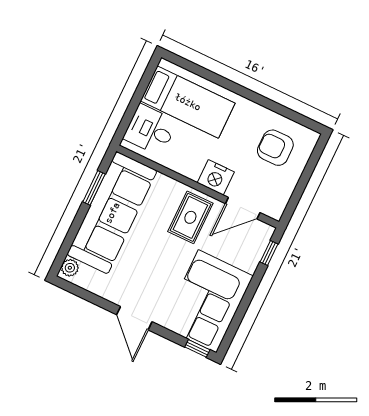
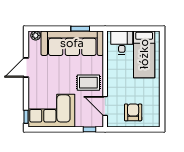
armchair: (275, 148) -> (133, 112), moved
nightstand: (216, 177) -> (114, 86), removed
door: (134, 318) -> (26, 67), moved

